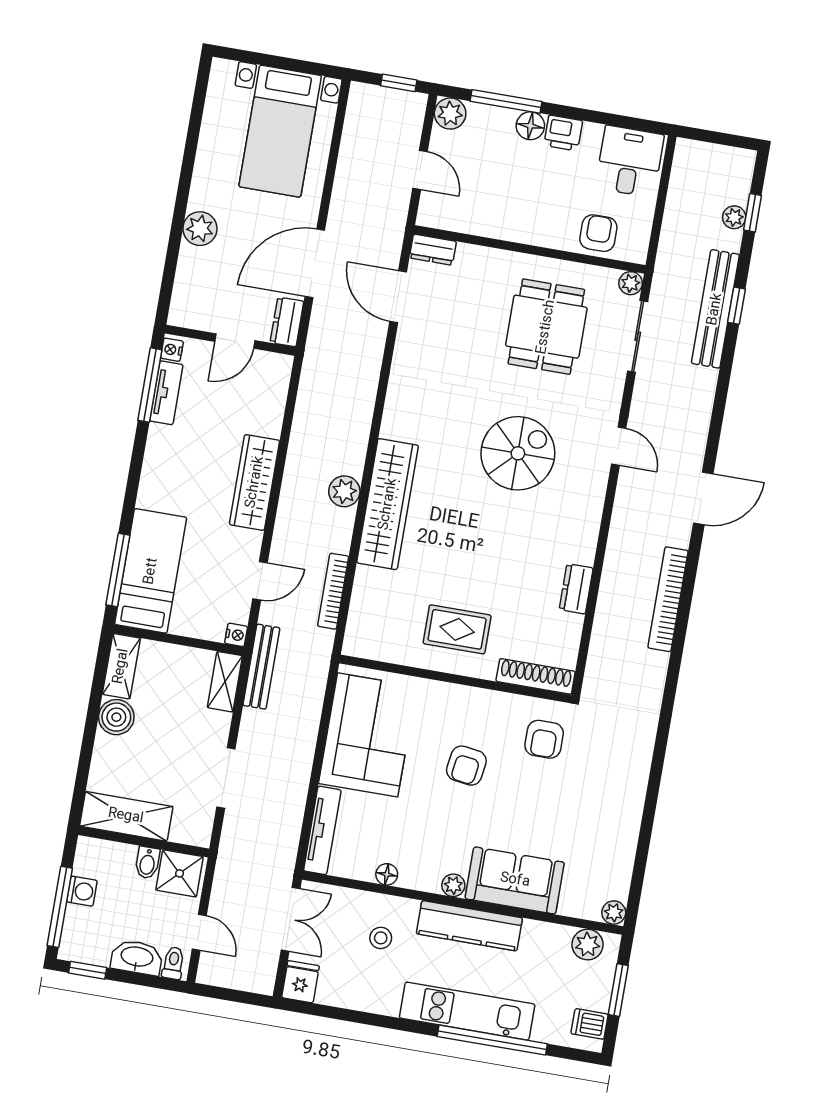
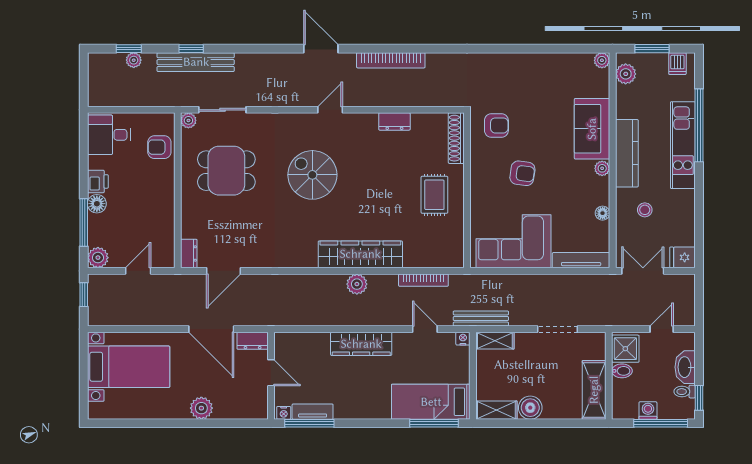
door: (619, 446) -> (330, 110), moved
toilet: (173, 963) -> (685, 392), moved

